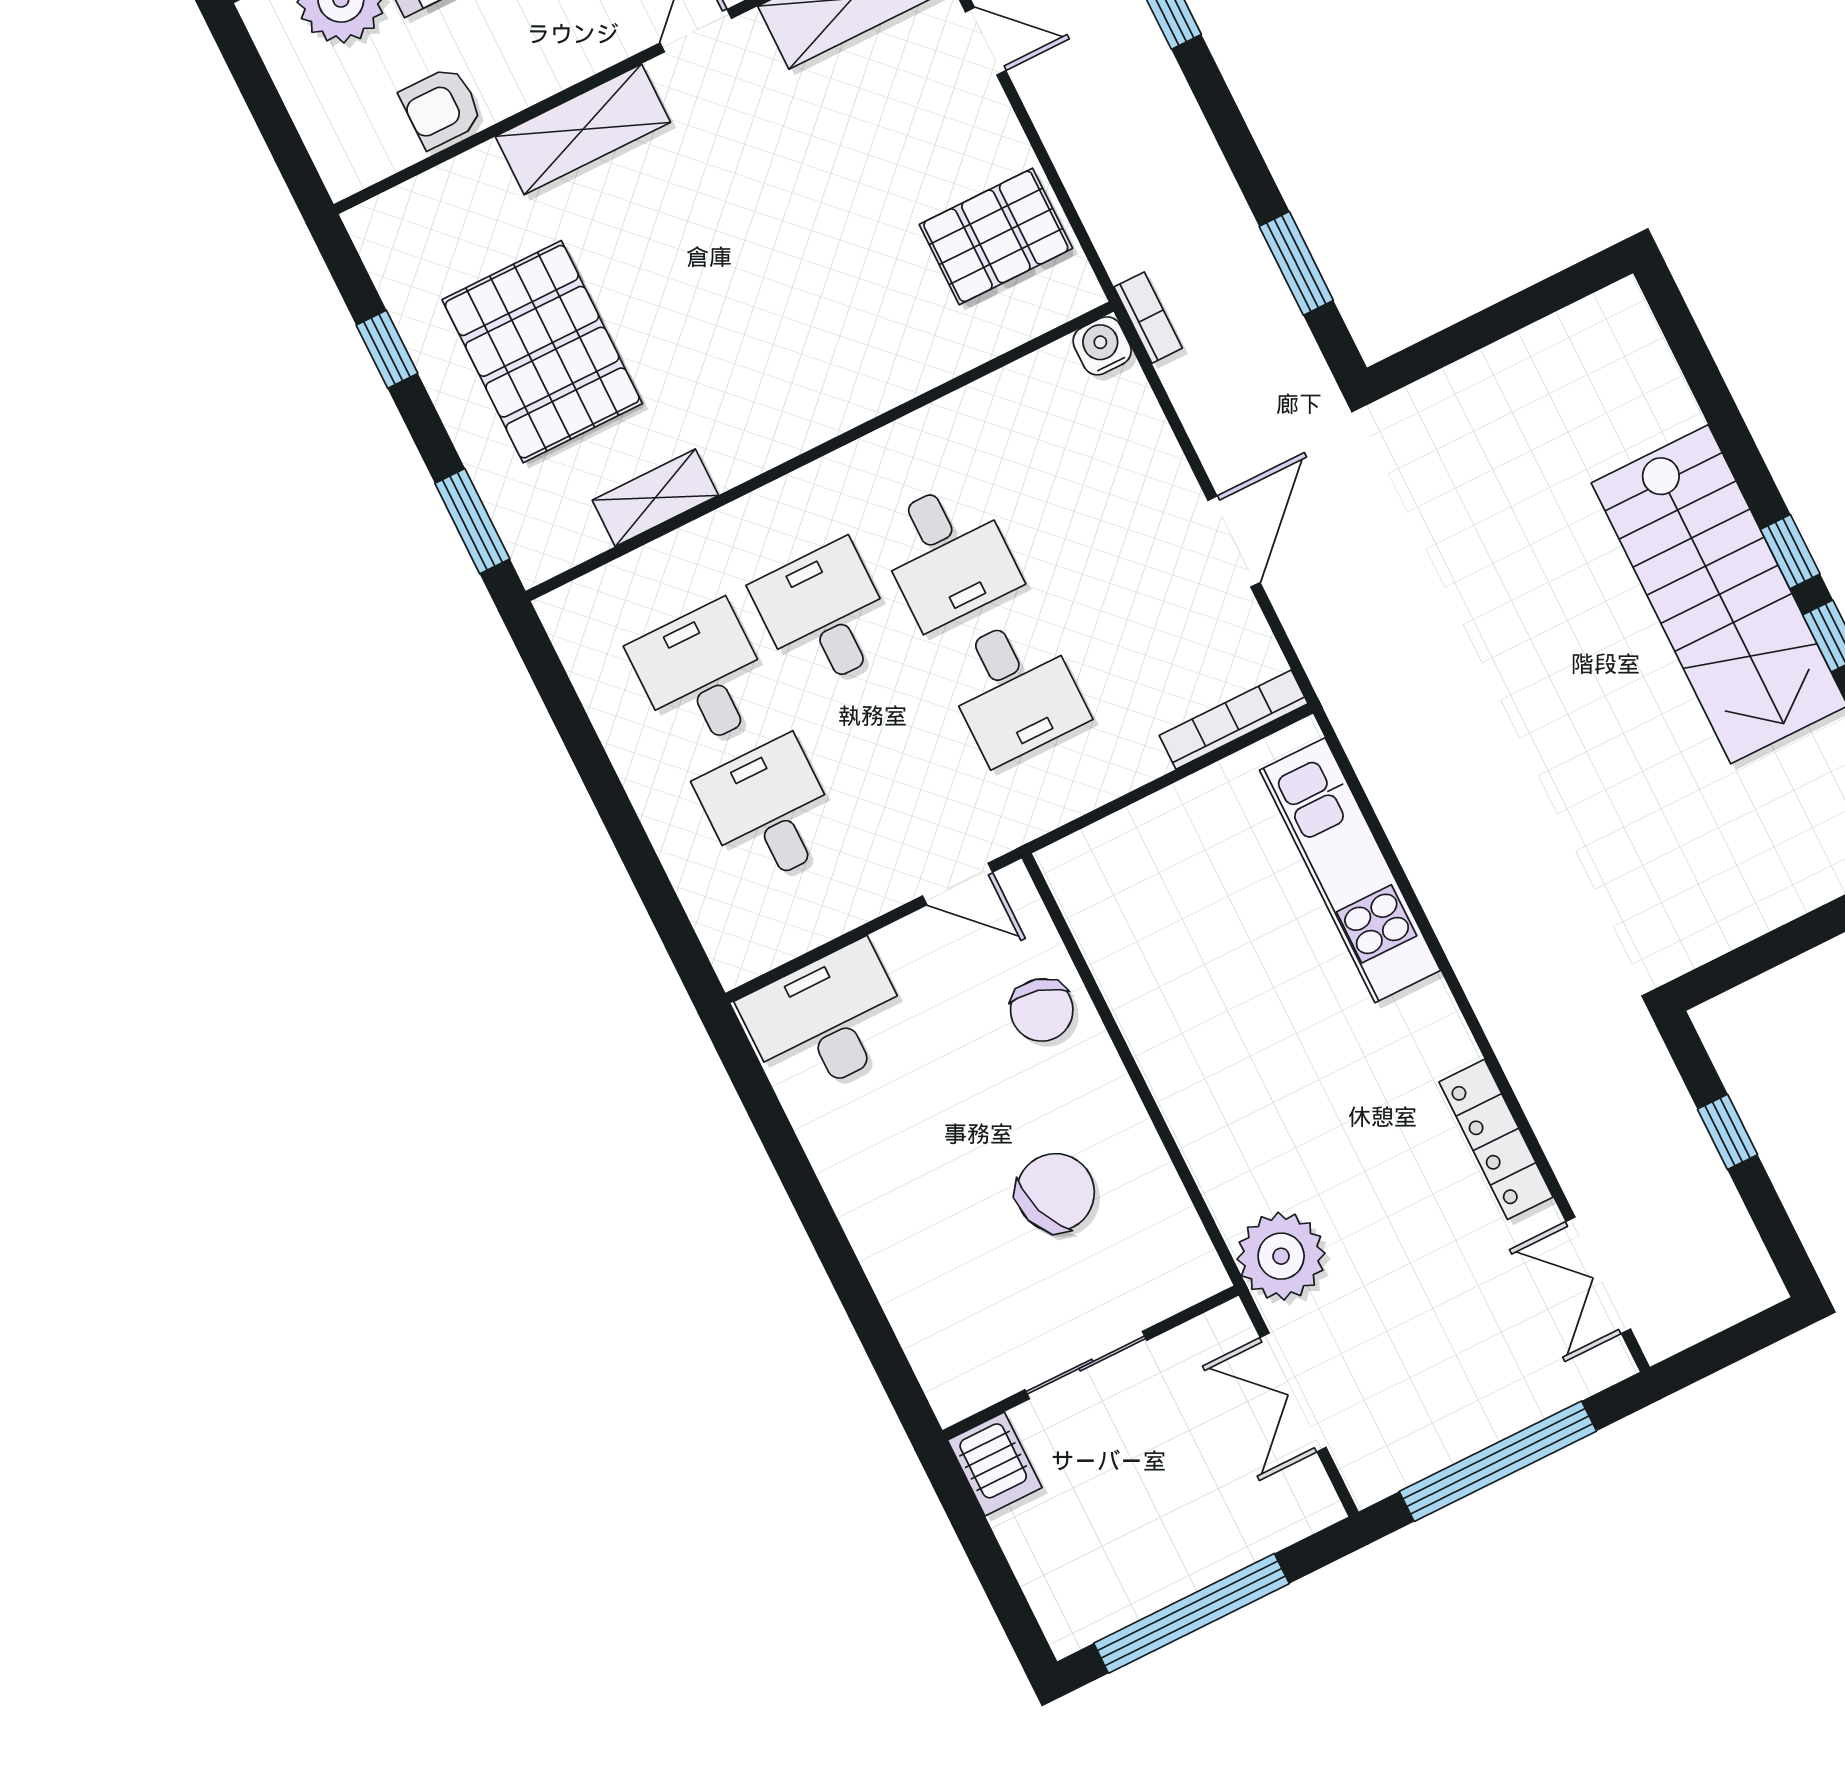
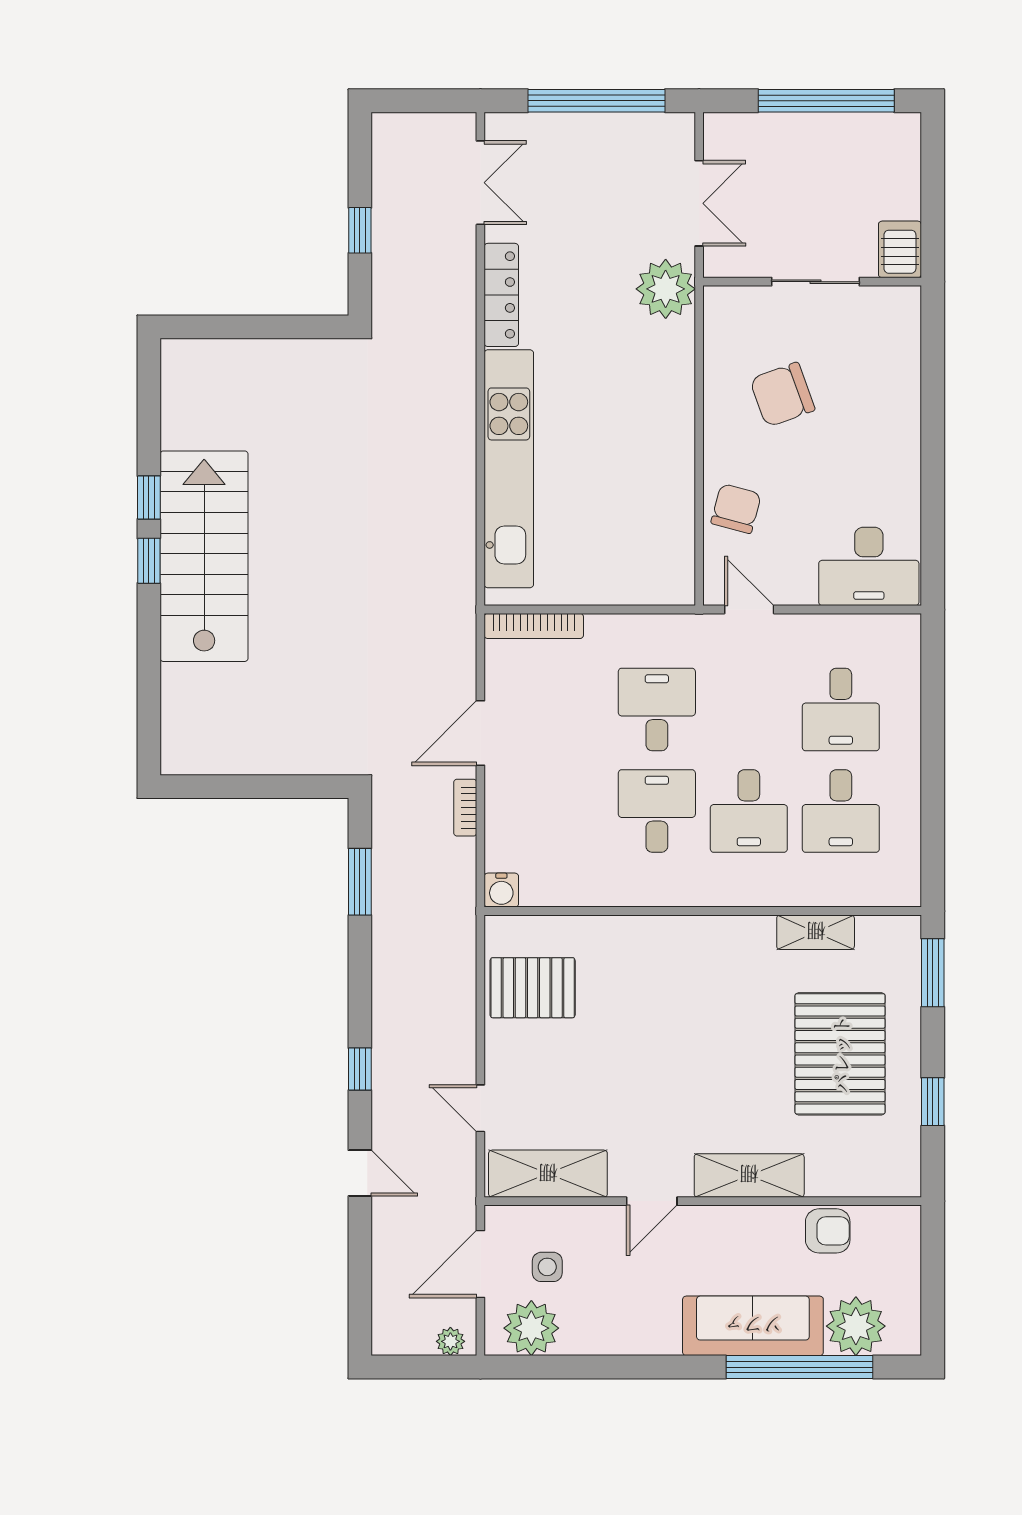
bookcase: (1148, 318) -> (465, 808), moved
kitchen unit: (1350, 870) -> (509, 469), width x1.36

